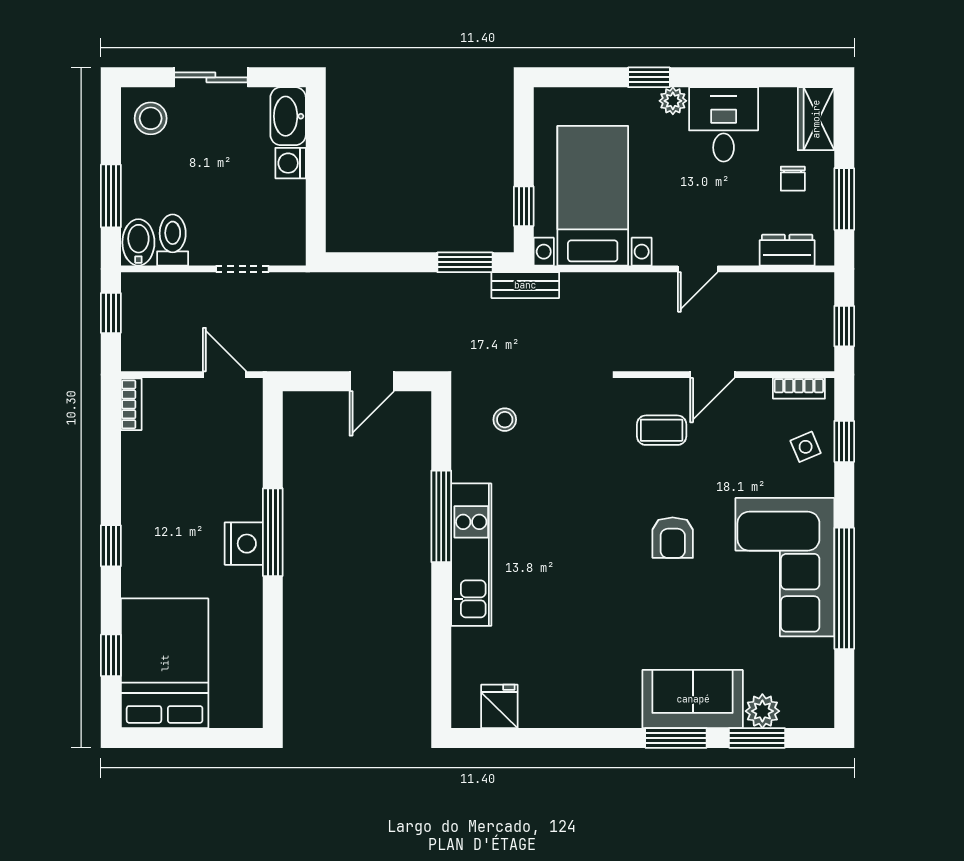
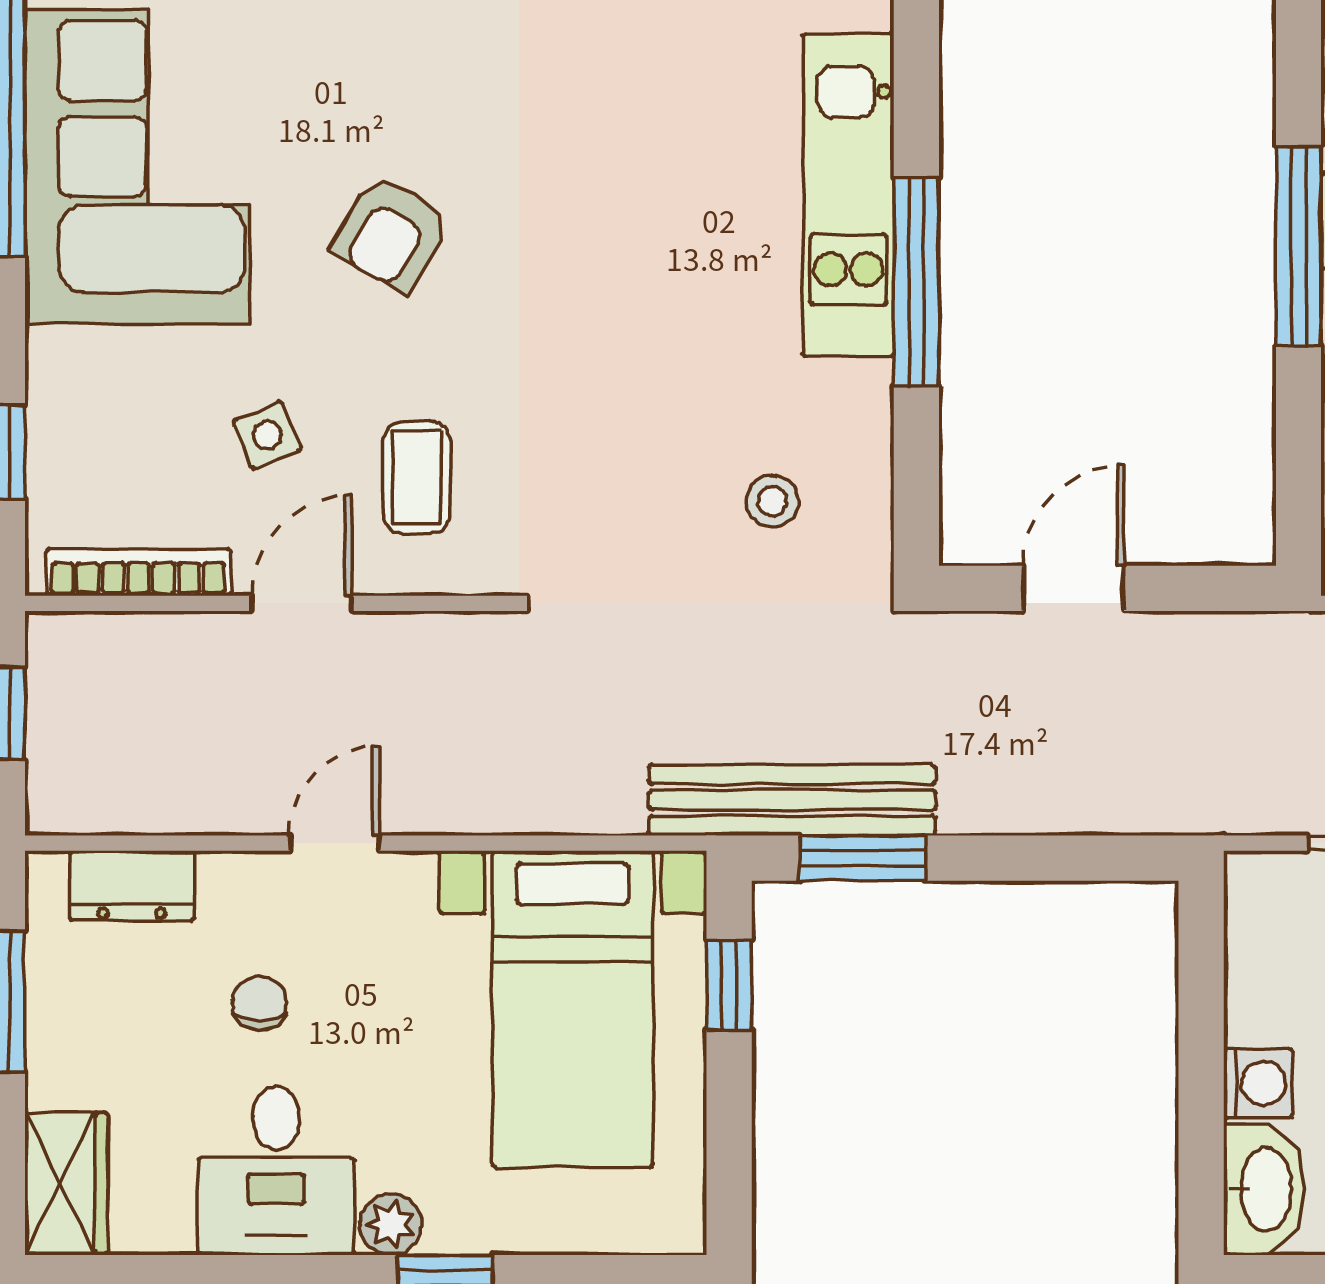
chair: (793, 179) -> (259, 1003), moved
bench: (525, 285) -> (792, 800), width x1.86, depth x1.21
bookcase: (799, 388) -> (138, 572), width x1.56
coffee table: (662, 430) -> (417, 477), turned 90
side table: (806, 447) -> (267, 435), moved
armchair: (673, 538) -> (391, 234), turned -150

